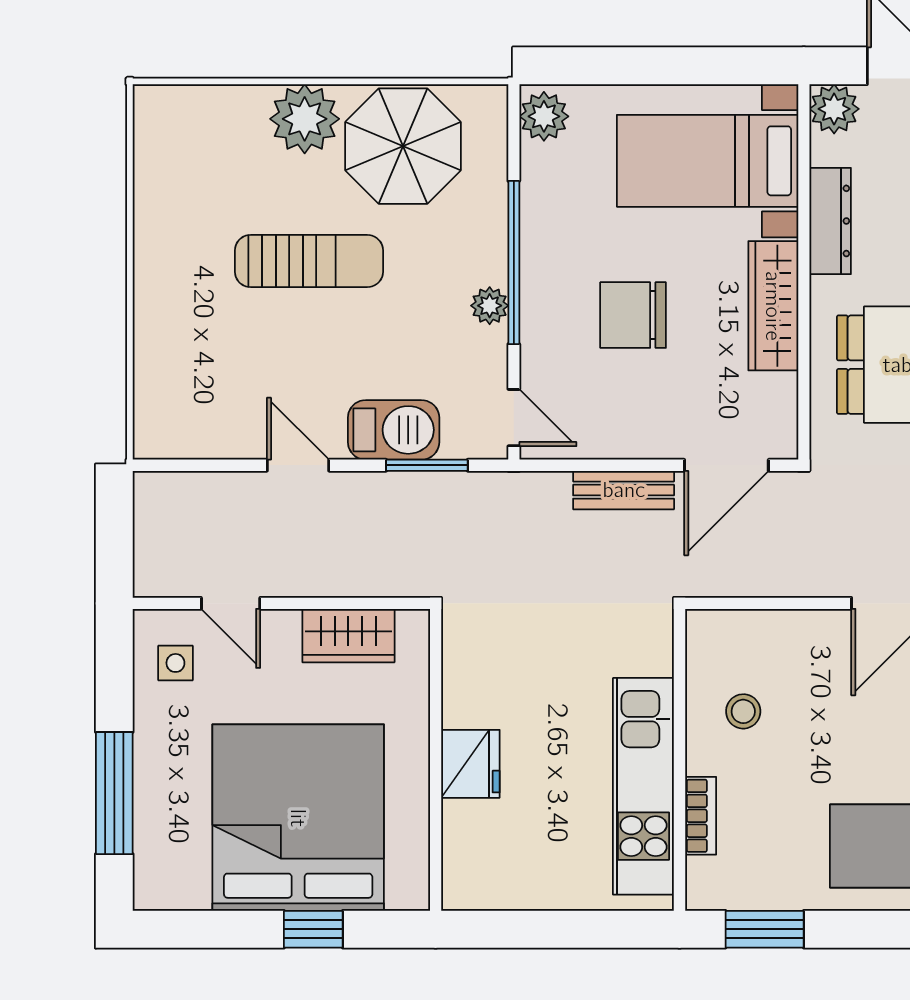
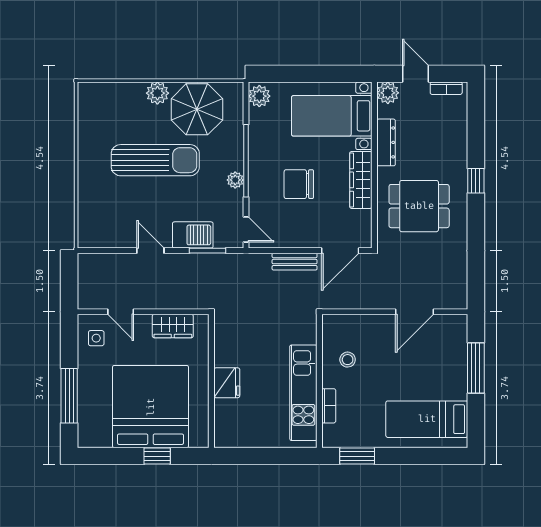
plant: (305, 119) -> (157, 93), width x0.73, depth x0.73
sun lounger: (309, 261) -> (155, 160), width x1.36, depth x1.34

